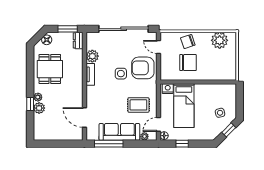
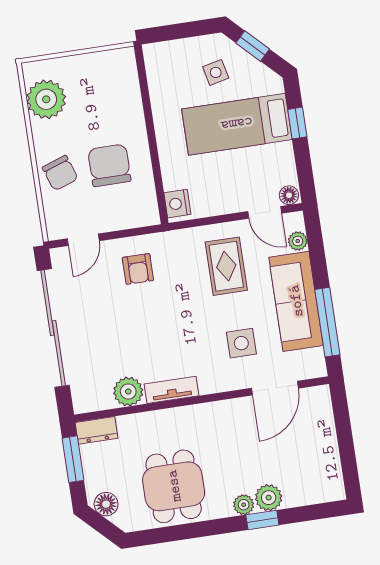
armchair: (143, 68) -> (138, 269), width x0.53, depth x0.53
dining table: (50, 69) -> (174, 486), turned 90
side table: (121, 74) -> (241, 343), moved
bed: (184, 106) -> (237, 124), moved, turned 180
window: (182, 144) -> (297, 123), moved

